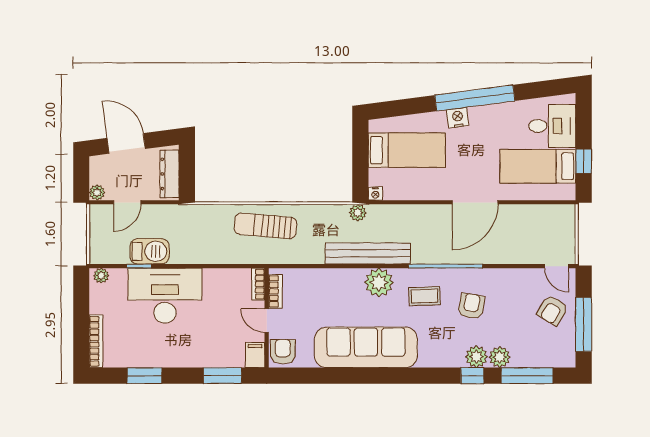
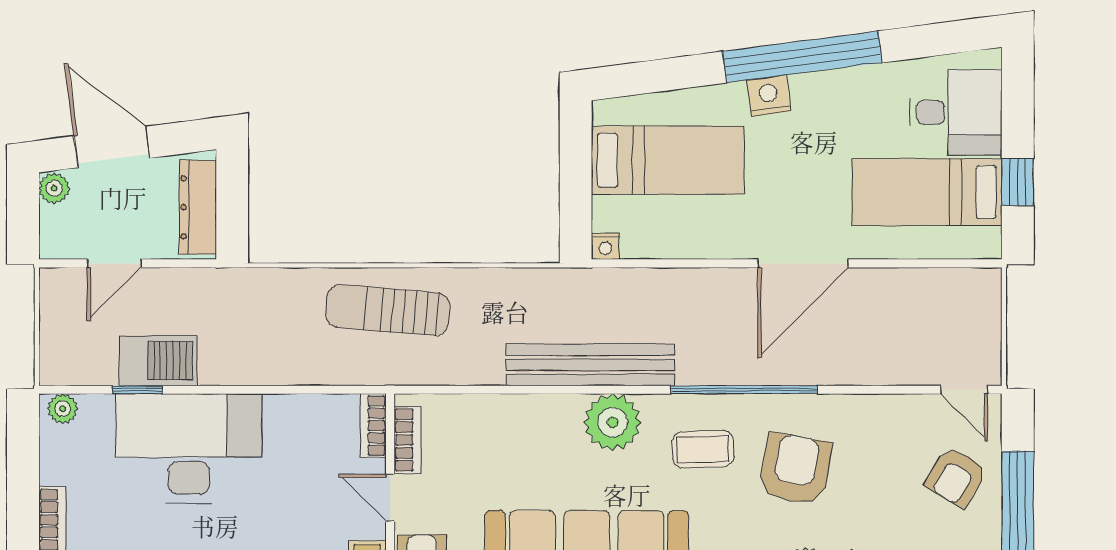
plant: (97, 192) -> (54, 188), moved
plant: (358, 213) -> (570, 284), removed
armchair: (471, 306) -> (795, 469), width x1.38, depth x1.38

